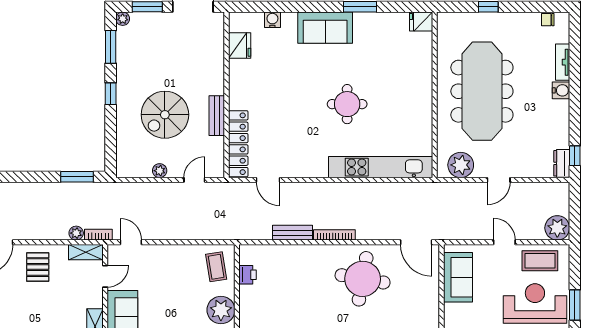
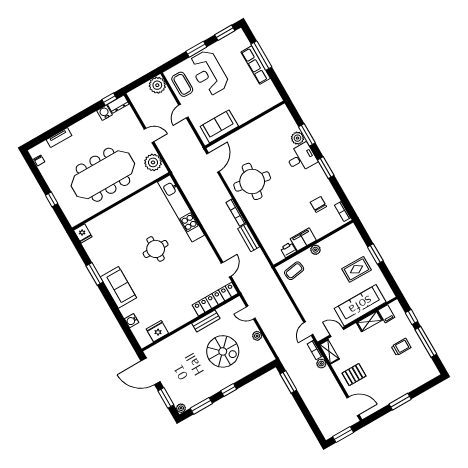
water cooler: (561, 90) -> (105, 113), moved
filing cabinet: (250, 302) -> (303, 239), added
plant: (221, 310) -> (316, 250), width x0.53, depth x0.53

